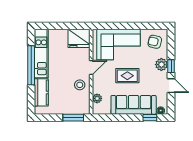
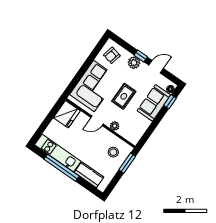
door: (91, 68) -> (97, 121), swing flipped
stool: (80, 85) -> (113, 152), moved
plant: (97, 98) -> (115, 126), moved
sofa: (134, 105) -> (154, 103), width x0.73

